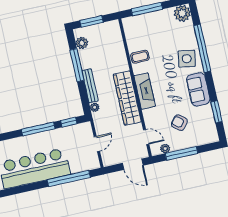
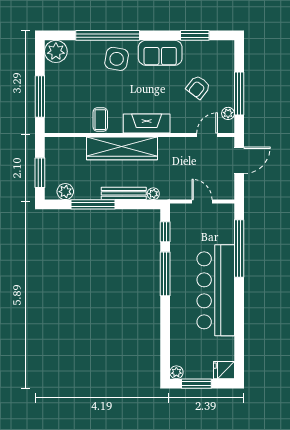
wardrobe: (127, 98) -> (122, 148), moved

